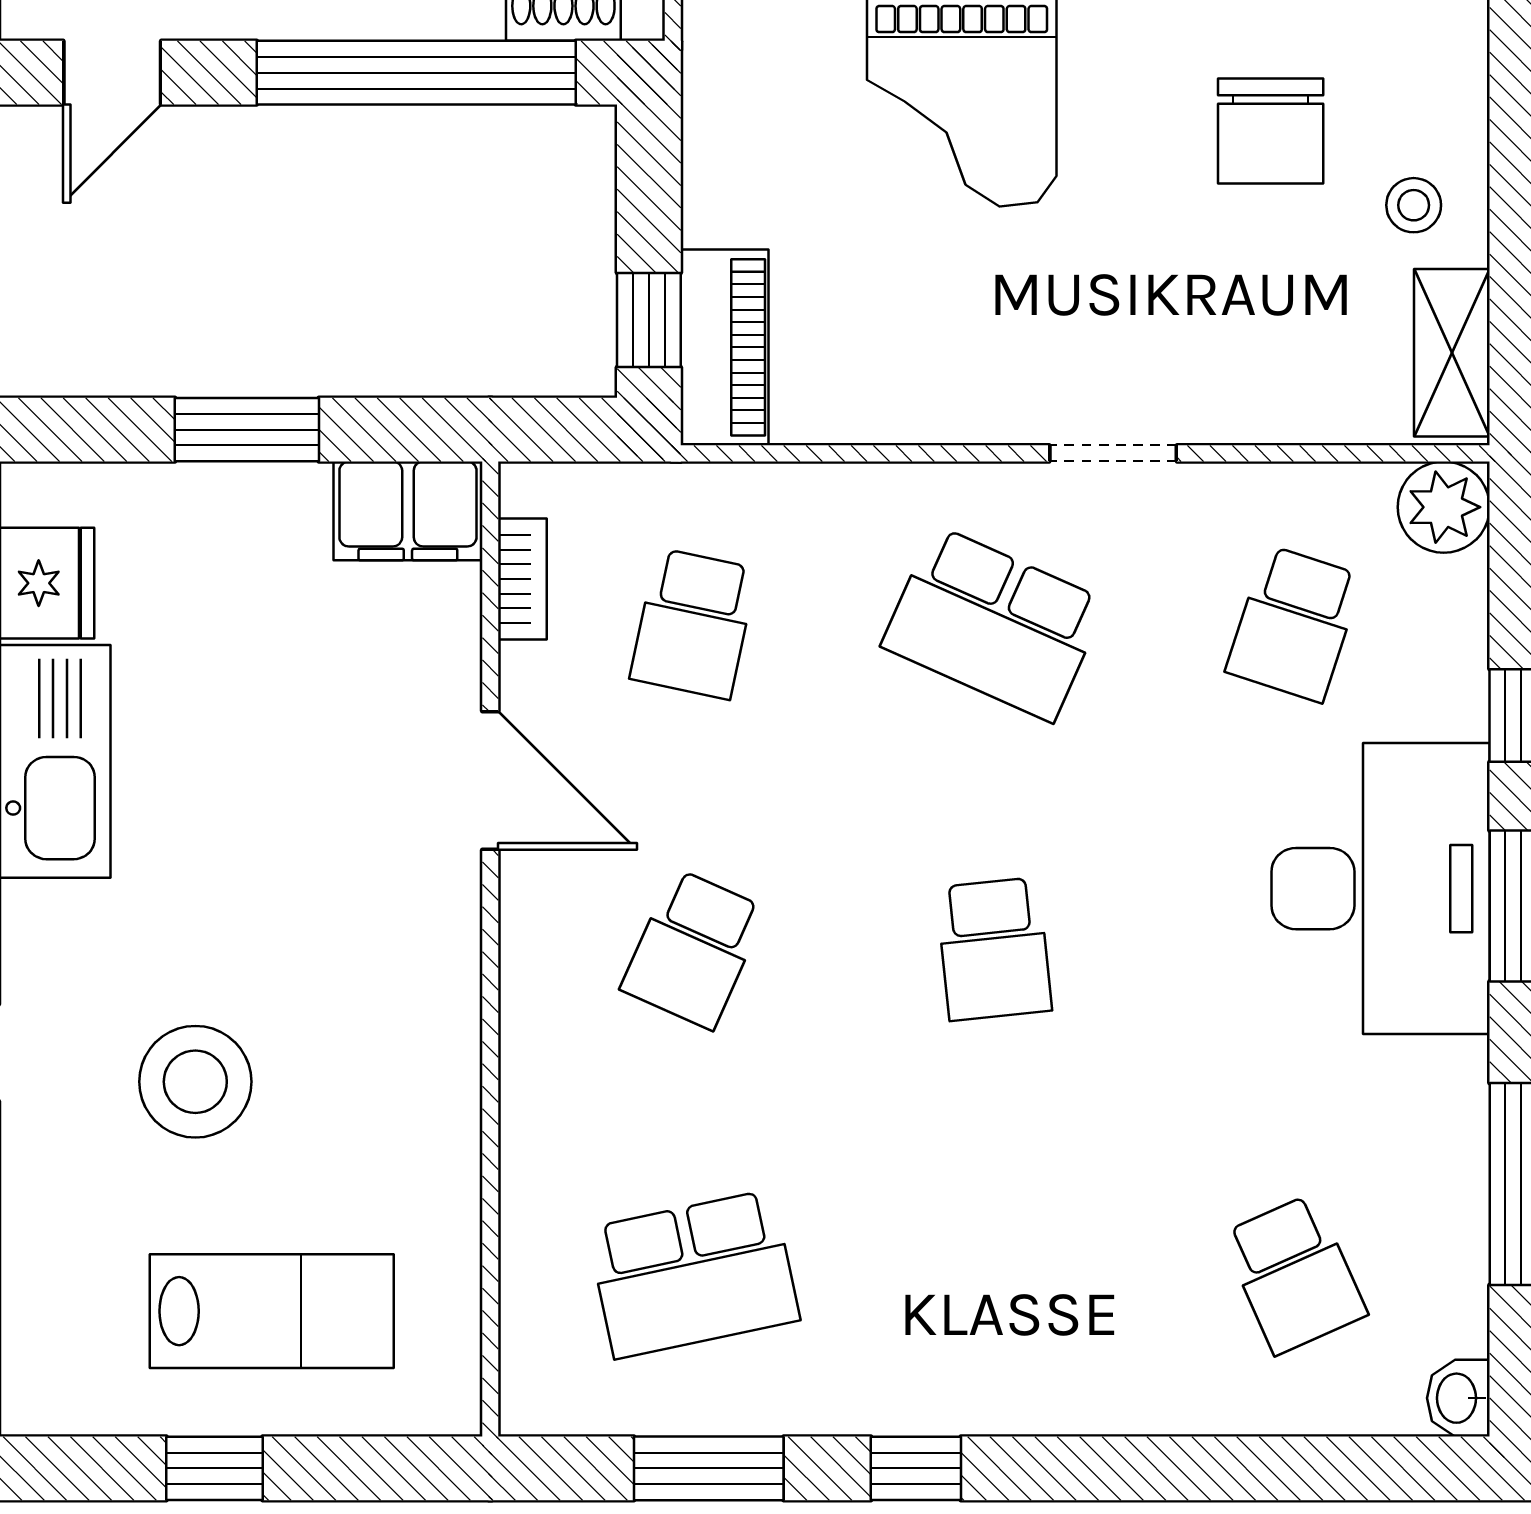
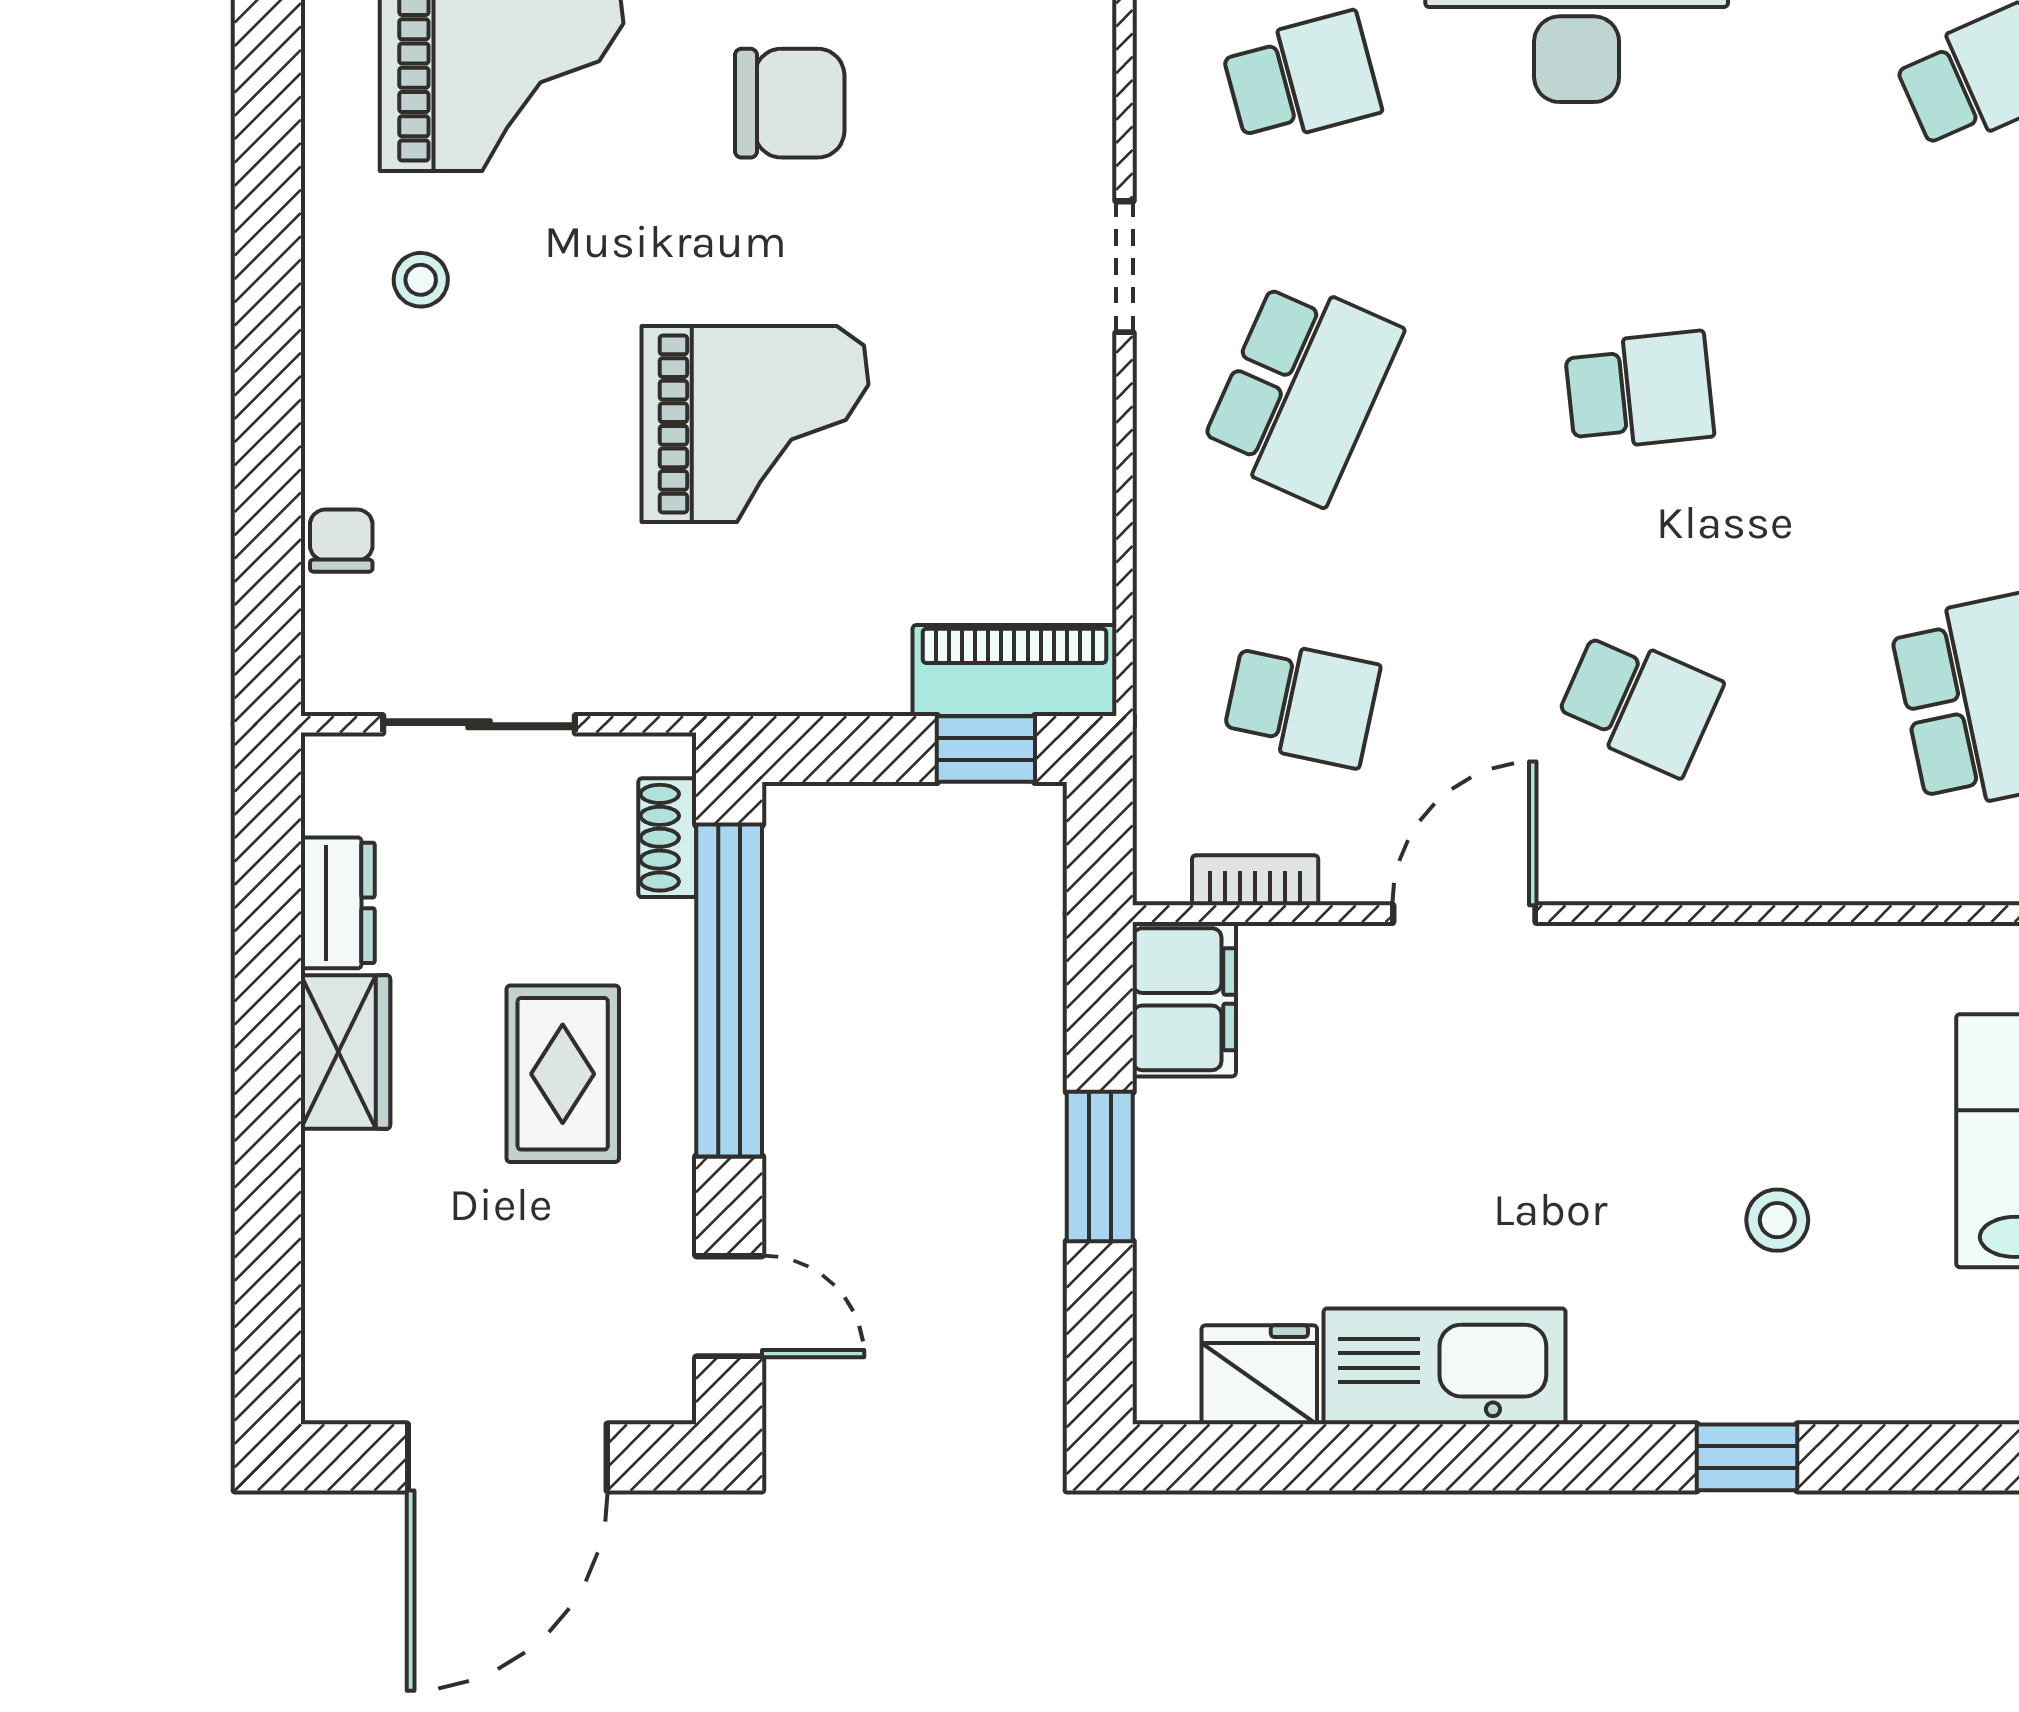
school desk: (1294, 624) -> (1301, 79), turned -33
stool: (195, 1082) -> (1777, 1220), width x0.53, depth x0.53

